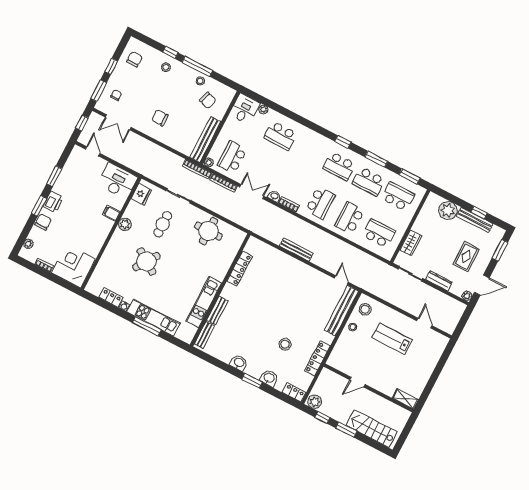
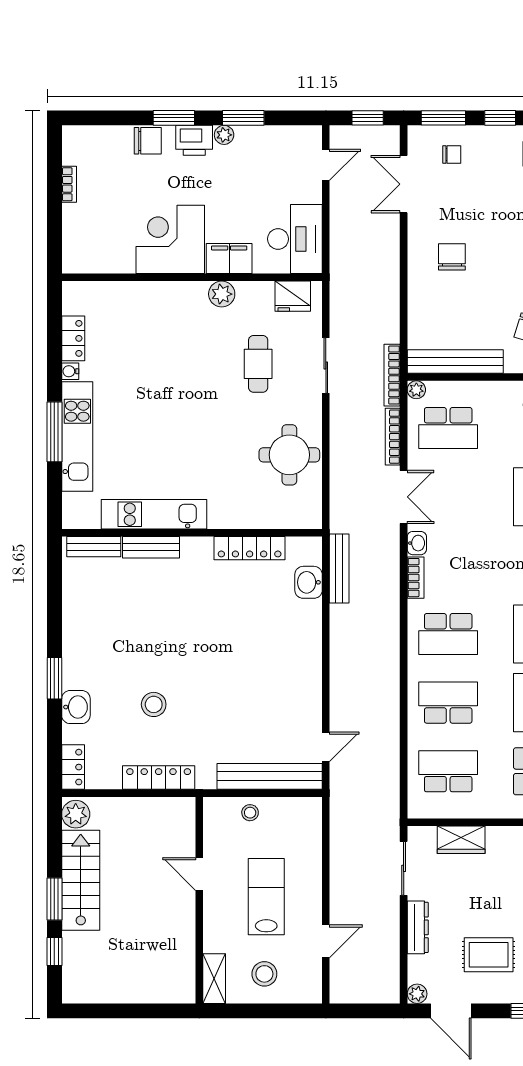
school desk: (232, 157) -> (448, 428), turned 180
filing cabinet: (111, 213) -> (229, 259), width x2.00
cafe table: (163, 224) -> (258, 364), turned 90
school desk: (379, 233) -> (448, 771), turned -90
plant: (28, 244) -> (224, 135), moved
bench: (296, 250) -> (339, 568), moved
round table: (146, 261) -> (174, 369), removed
corner desk: (73, 266) -> (170, 239), moved, turned -90
stool: (365, 309) -> (264, 974), moved
washbasin: (239, 363) -> (309, 582), moved, turned 180
door: (357, 382) -> (199, 874), moved
wall: (369, 388) -> (199, 900), moved
shelving: (405, 399) -> (214, 979), moved
window: (322, 417) -> (54, 952), moved
stairs: (372, 429) -> (81, 880), moved

